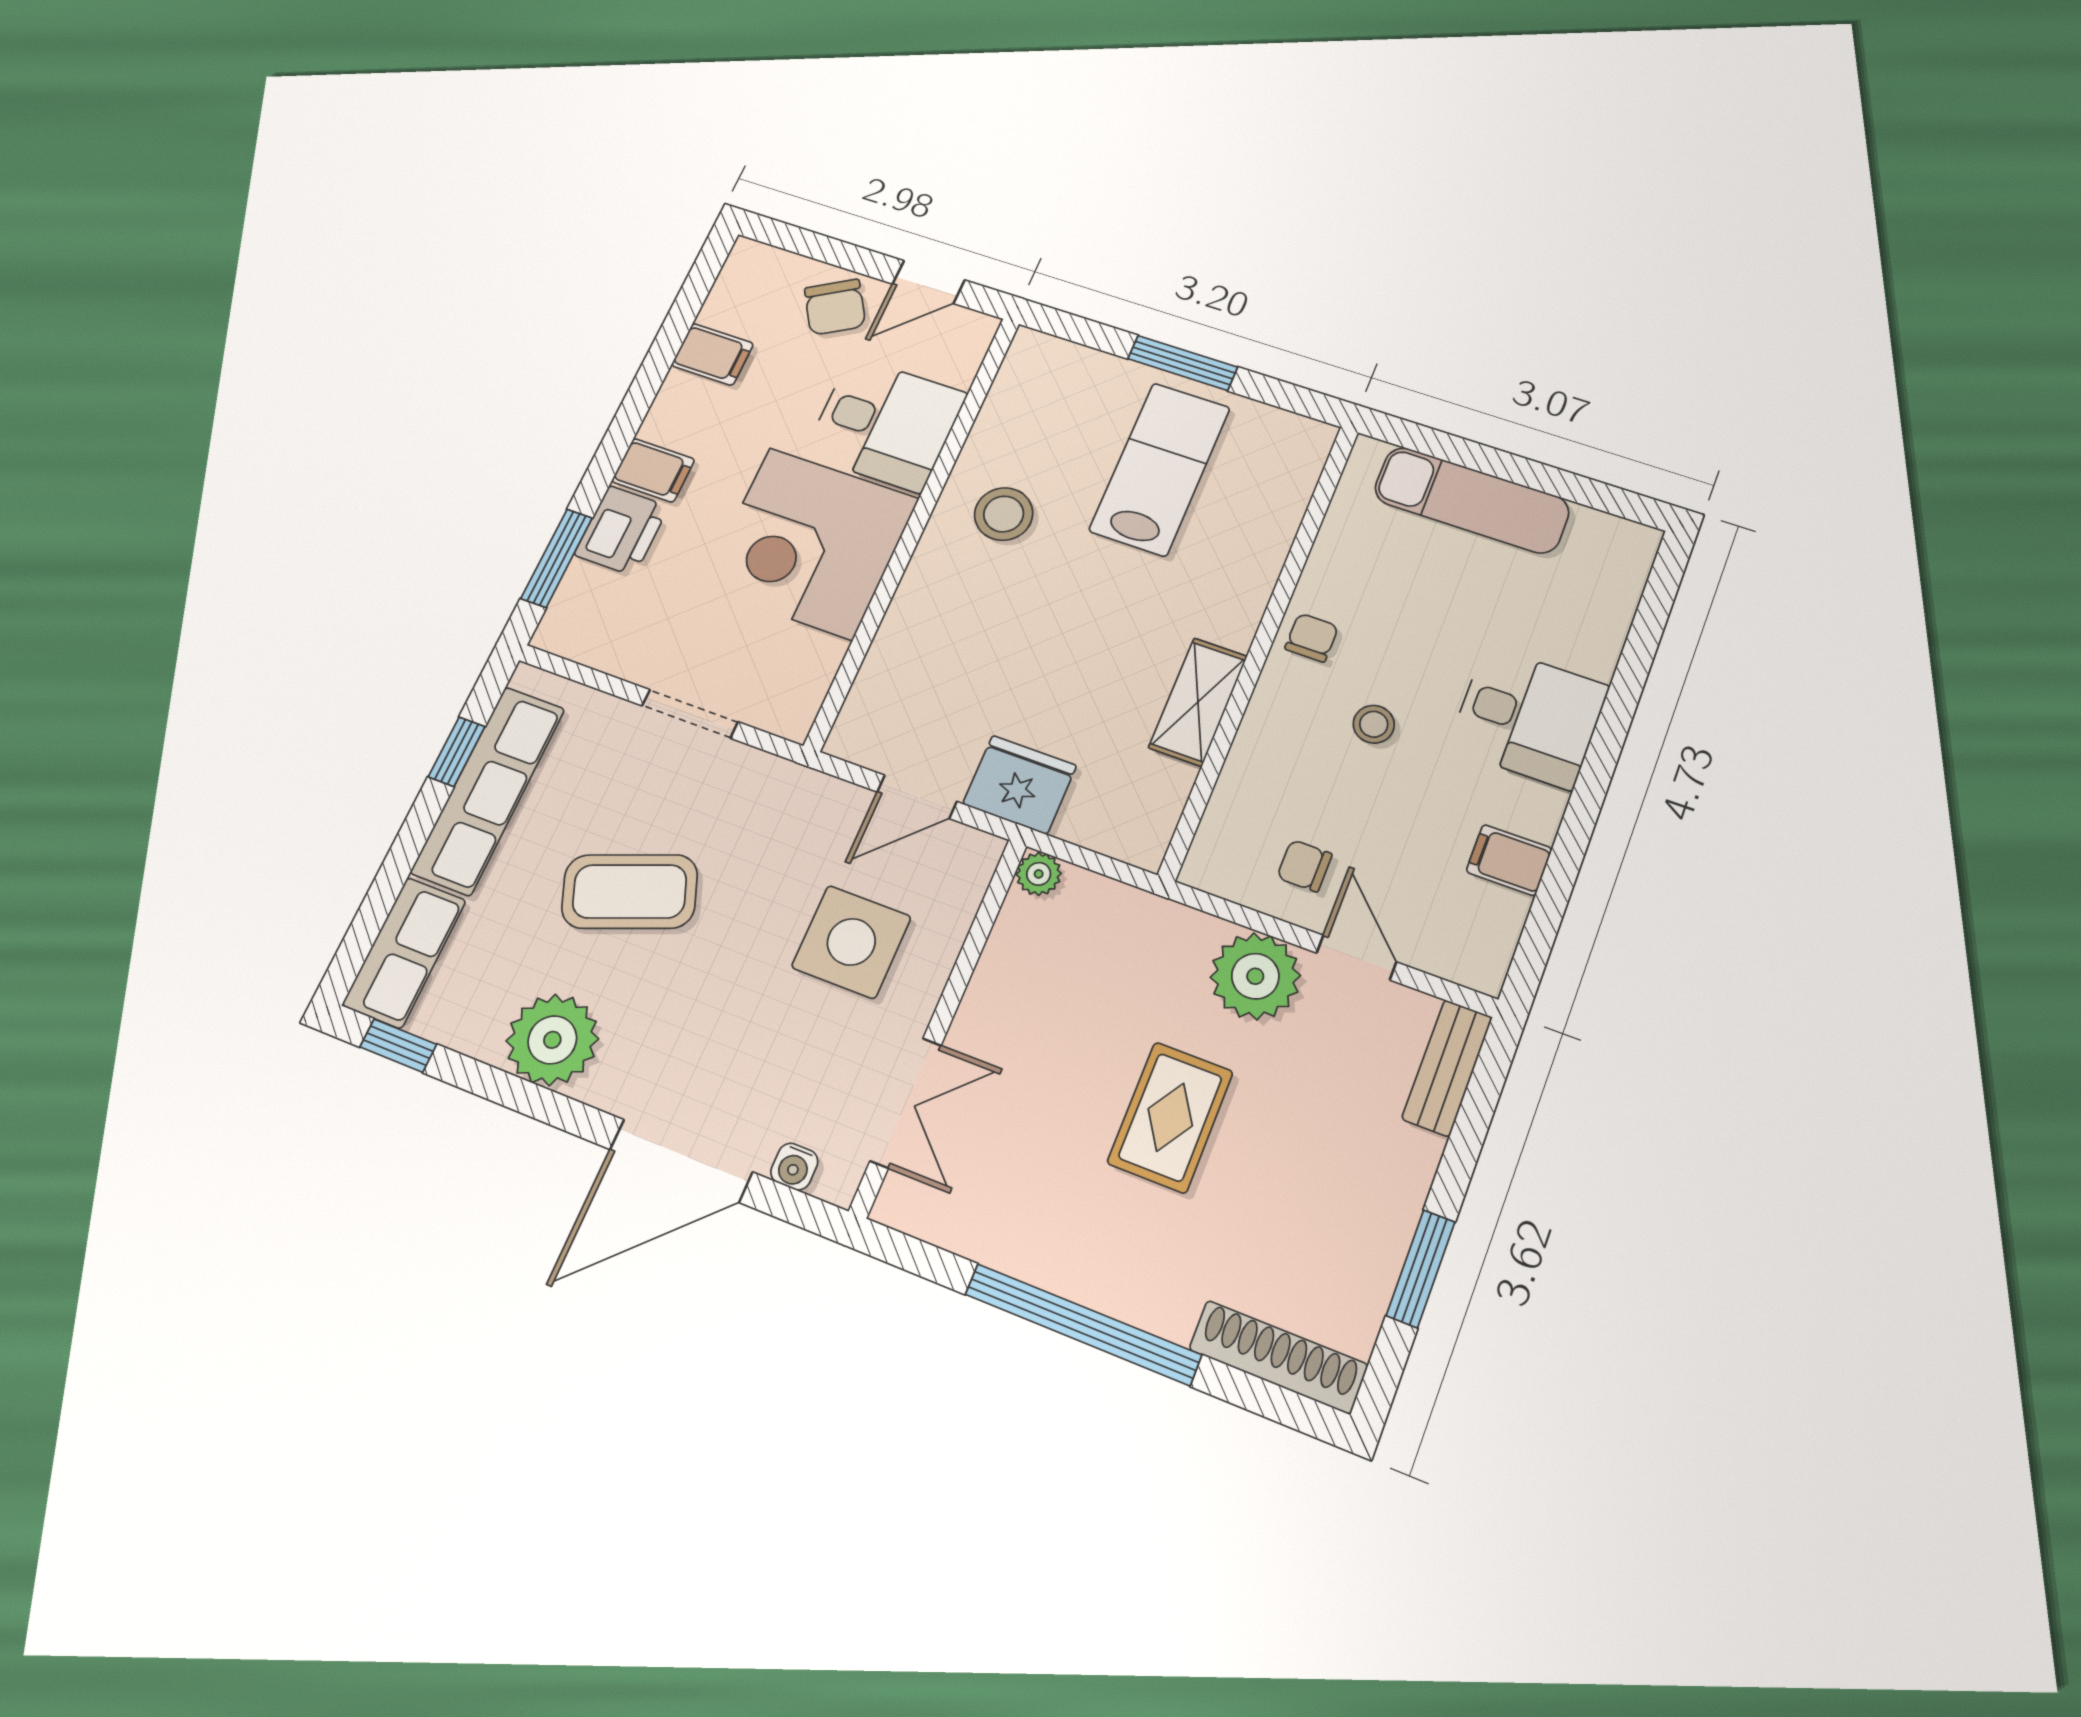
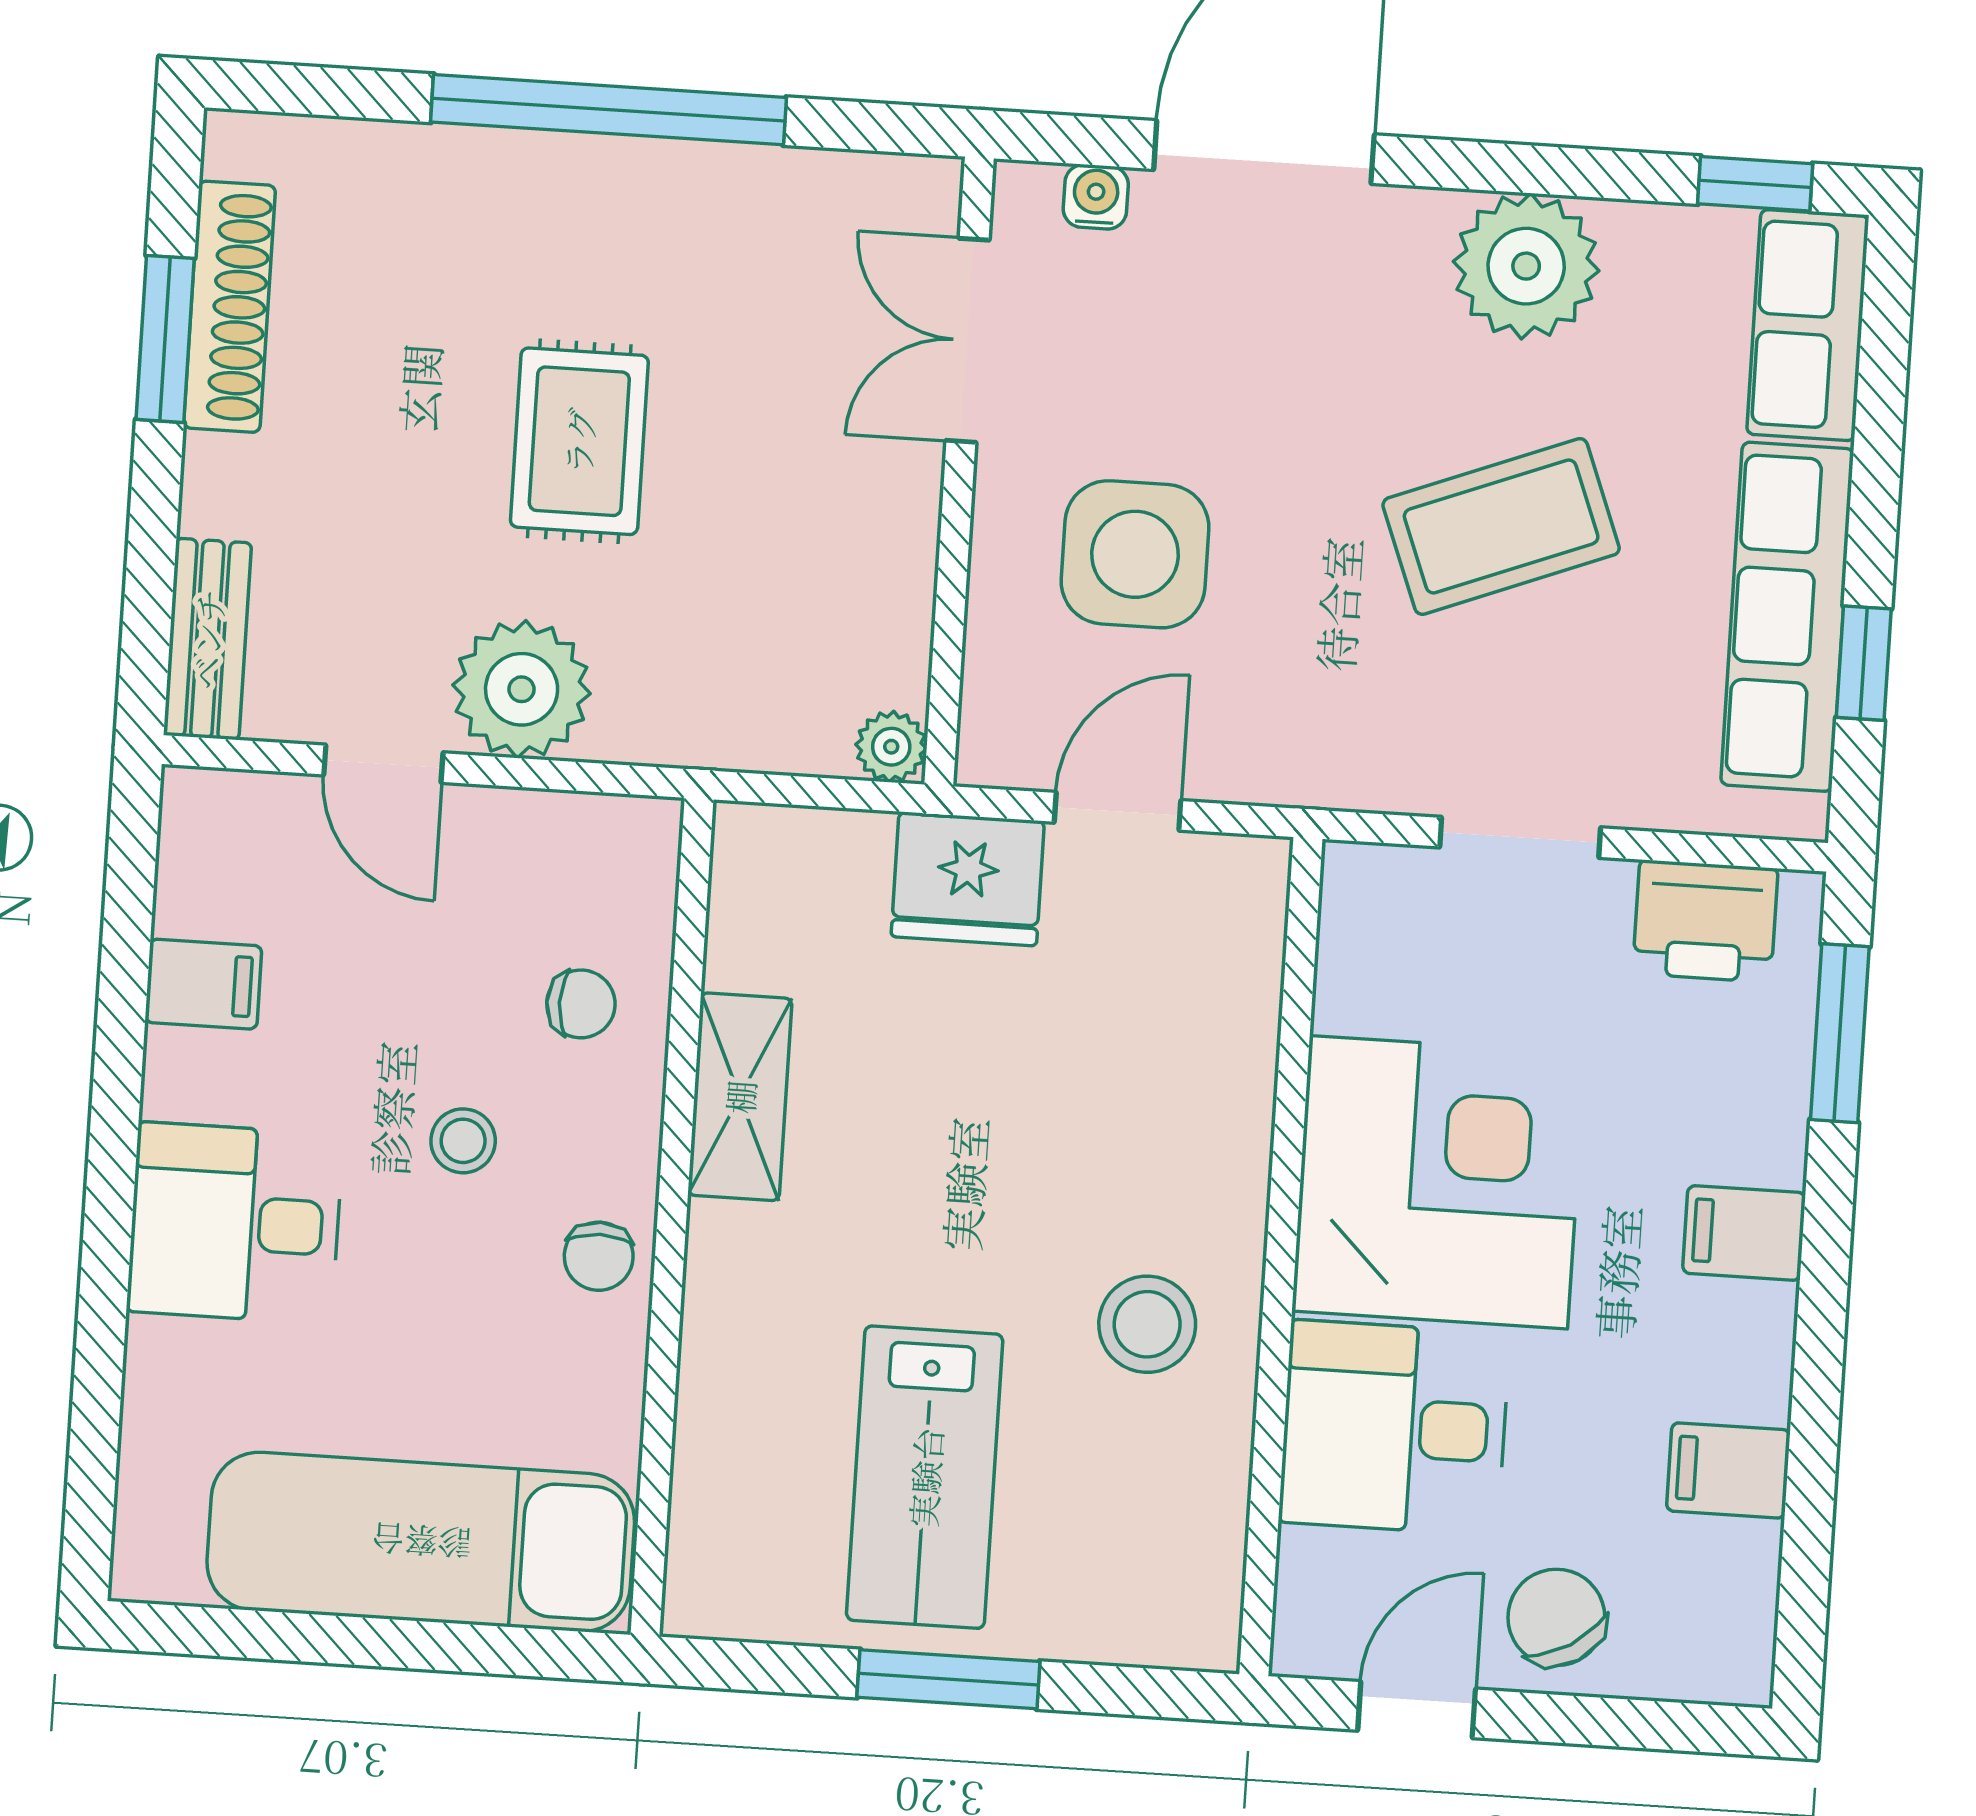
exam couch: (1472, 500) -> (421, 1542), width x1.36, depth x1.45
printer: (621, 531) -> (1705, 921), moved, turned -90
chair: (1304, 866) -> (581, 1004), moved
shoe rack: (1278, 1357) -> (229, 307), moved, turned -90

